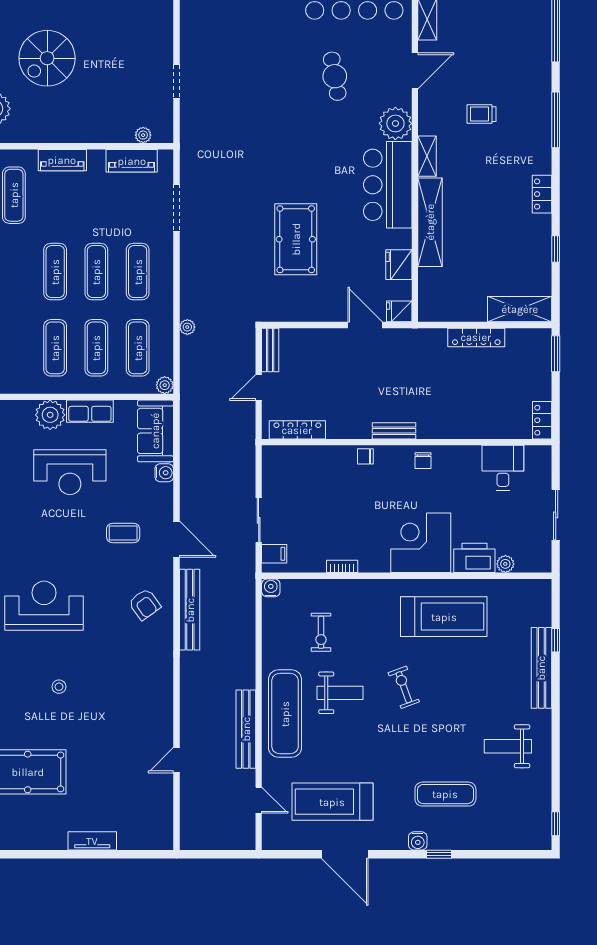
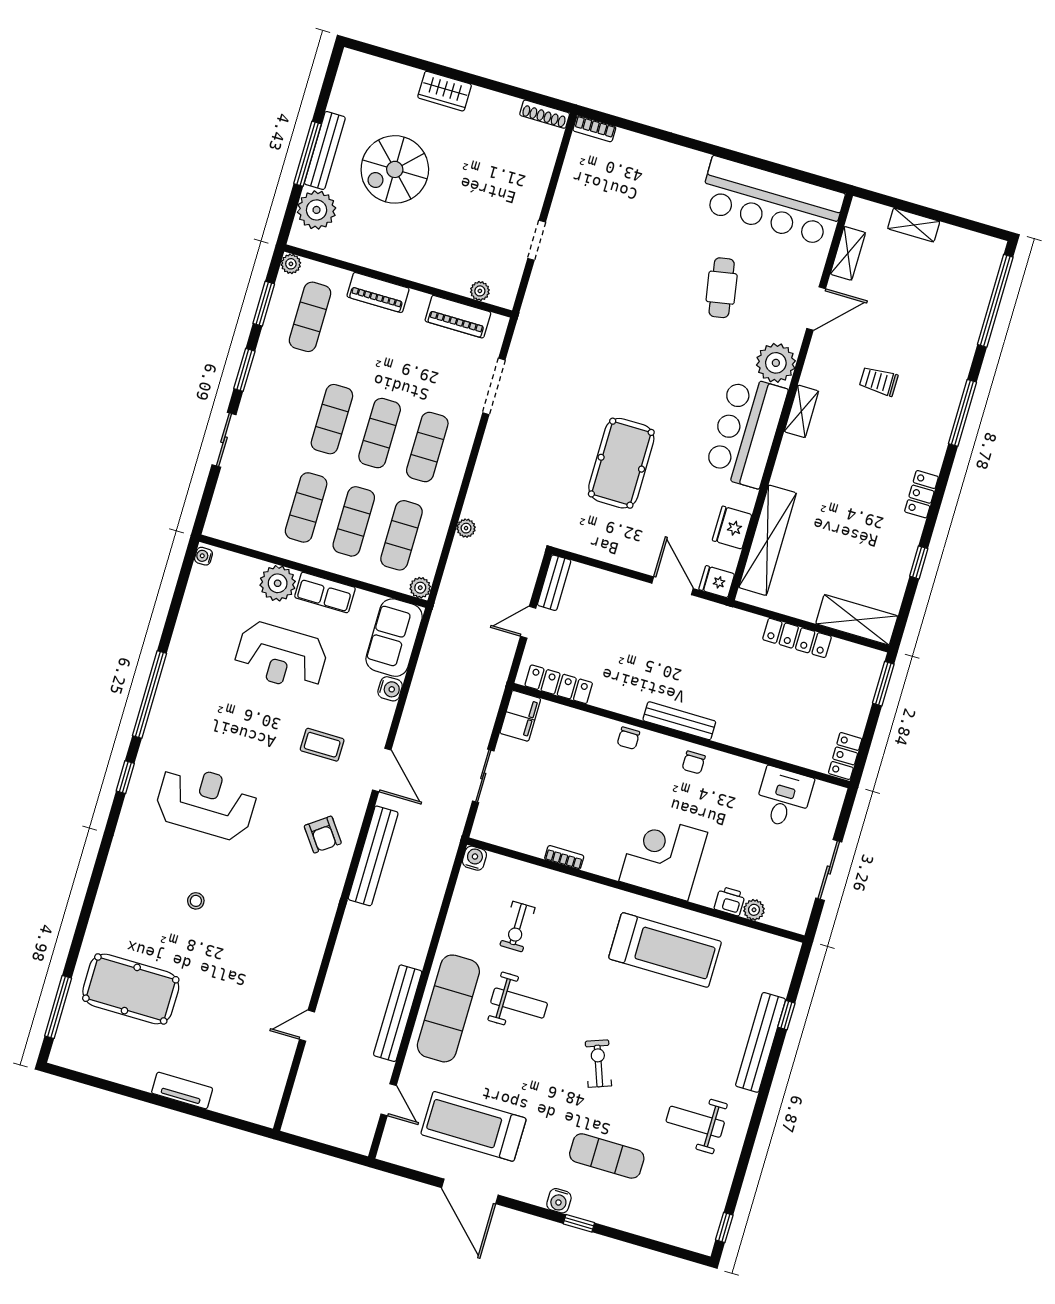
shelving: (430, 222) -> (767, 540), moved
bench: (394, 431) -> (679, 721), width x1.36
chair: (365, 456) -> (628, 738), turned -90
filing cabinet: (274, 554) -> (520, 716), moved, width x2.00
printer: (474, 558) -> (730, 901), width x0.53, depth x0.68
exercise bike: (404, 687) -> (598, 1064), moved

